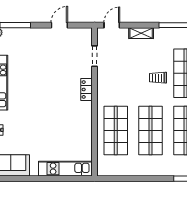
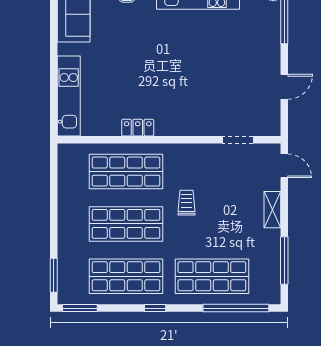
door: (59, 25) -> (284, 87), hinge flipped
trolley: (158, 78) -> (187, 203), moved
locker: (86, 89) -> (138, 128), moved

